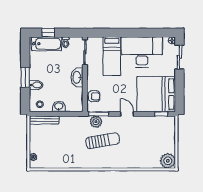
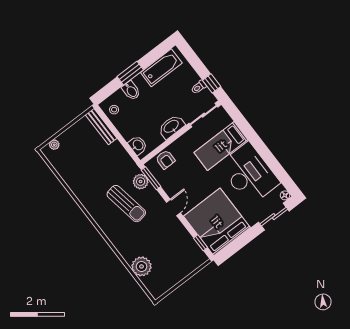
window: (48, 33) -> (212, 83), moved
bathtub: (47, 44) -> (161, 68), moved, turned -90
washbasin: (59, 106) -> (138, 145), moved
plant: (168, 161) -> (142, 266), moved

